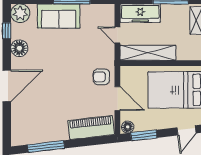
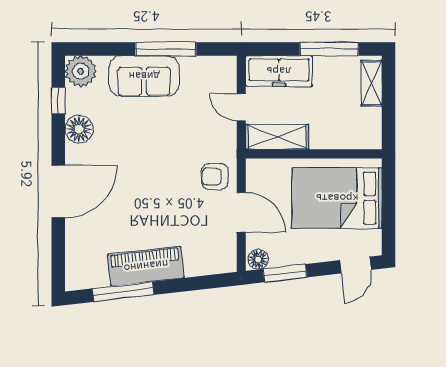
shelving: (148, 53) -> (277, 137), width x0.68
piano: (91, 127) -> (146, 266), moved

